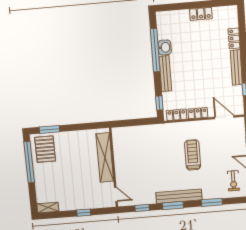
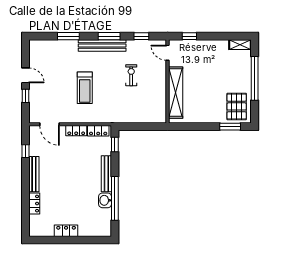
window: (29, 162) -> (255, 78), moved
exercise bike: (233, 181) -> (131, 75), moved
window: (84, 213) -> (189, 36), moved

